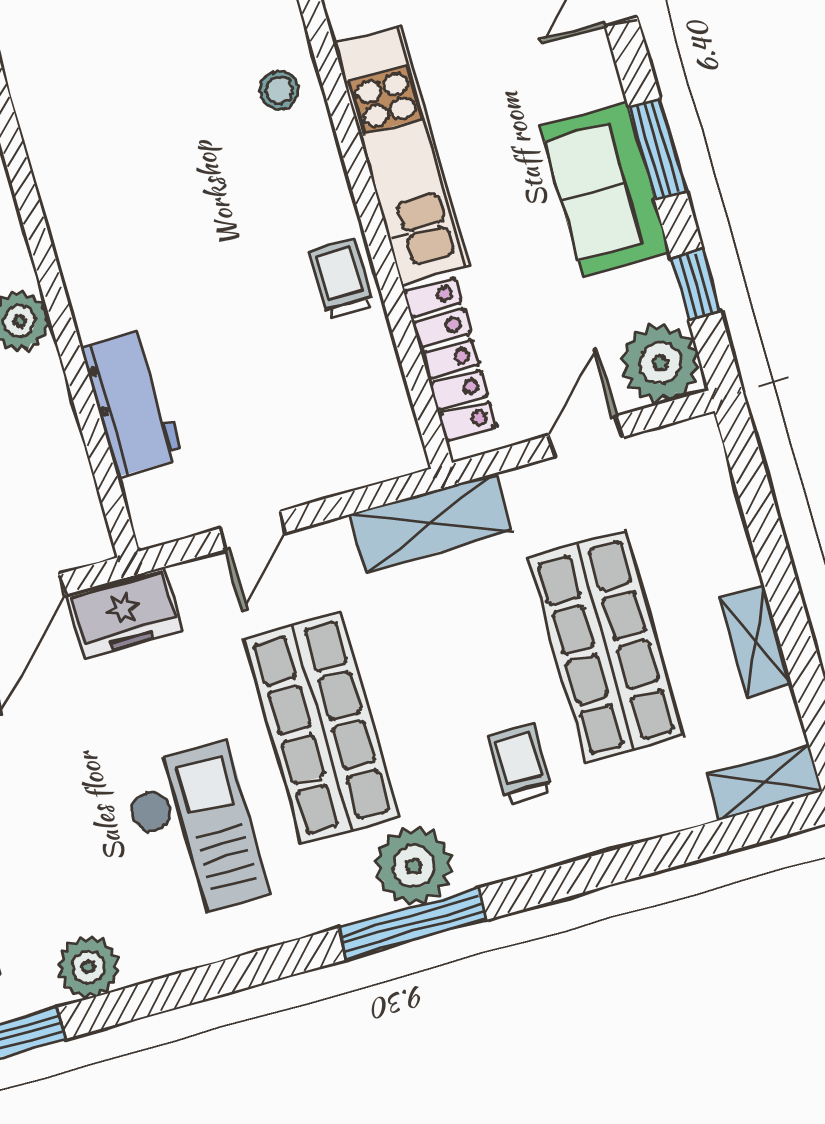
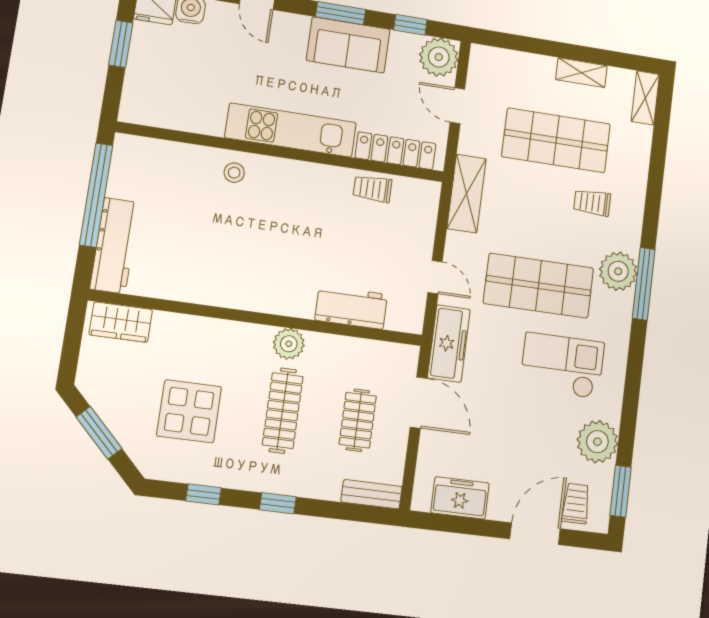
trolley: (341, 279) -> (372, 189), moved
freezer: (124, 613) -> (449, 344), width x1.40
plant: (88, 967) -> (597, 442), width x1.36, depth x1.36

